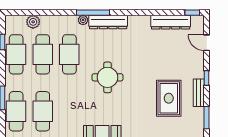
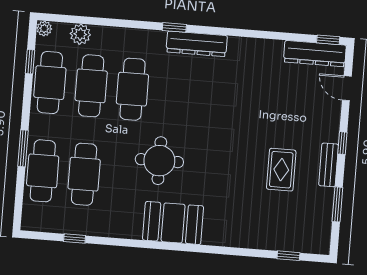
window: (93, 13) -> (174, 27), width x0.46
plant: (83, 20) -> (44, 29), moved
dresser: (171, 22) -> (315, 54), moved
round table: (107, 77) -> (159, 161), moved
rug: (169, 98) -> (281, 170), width x0.73, depth x0.70

